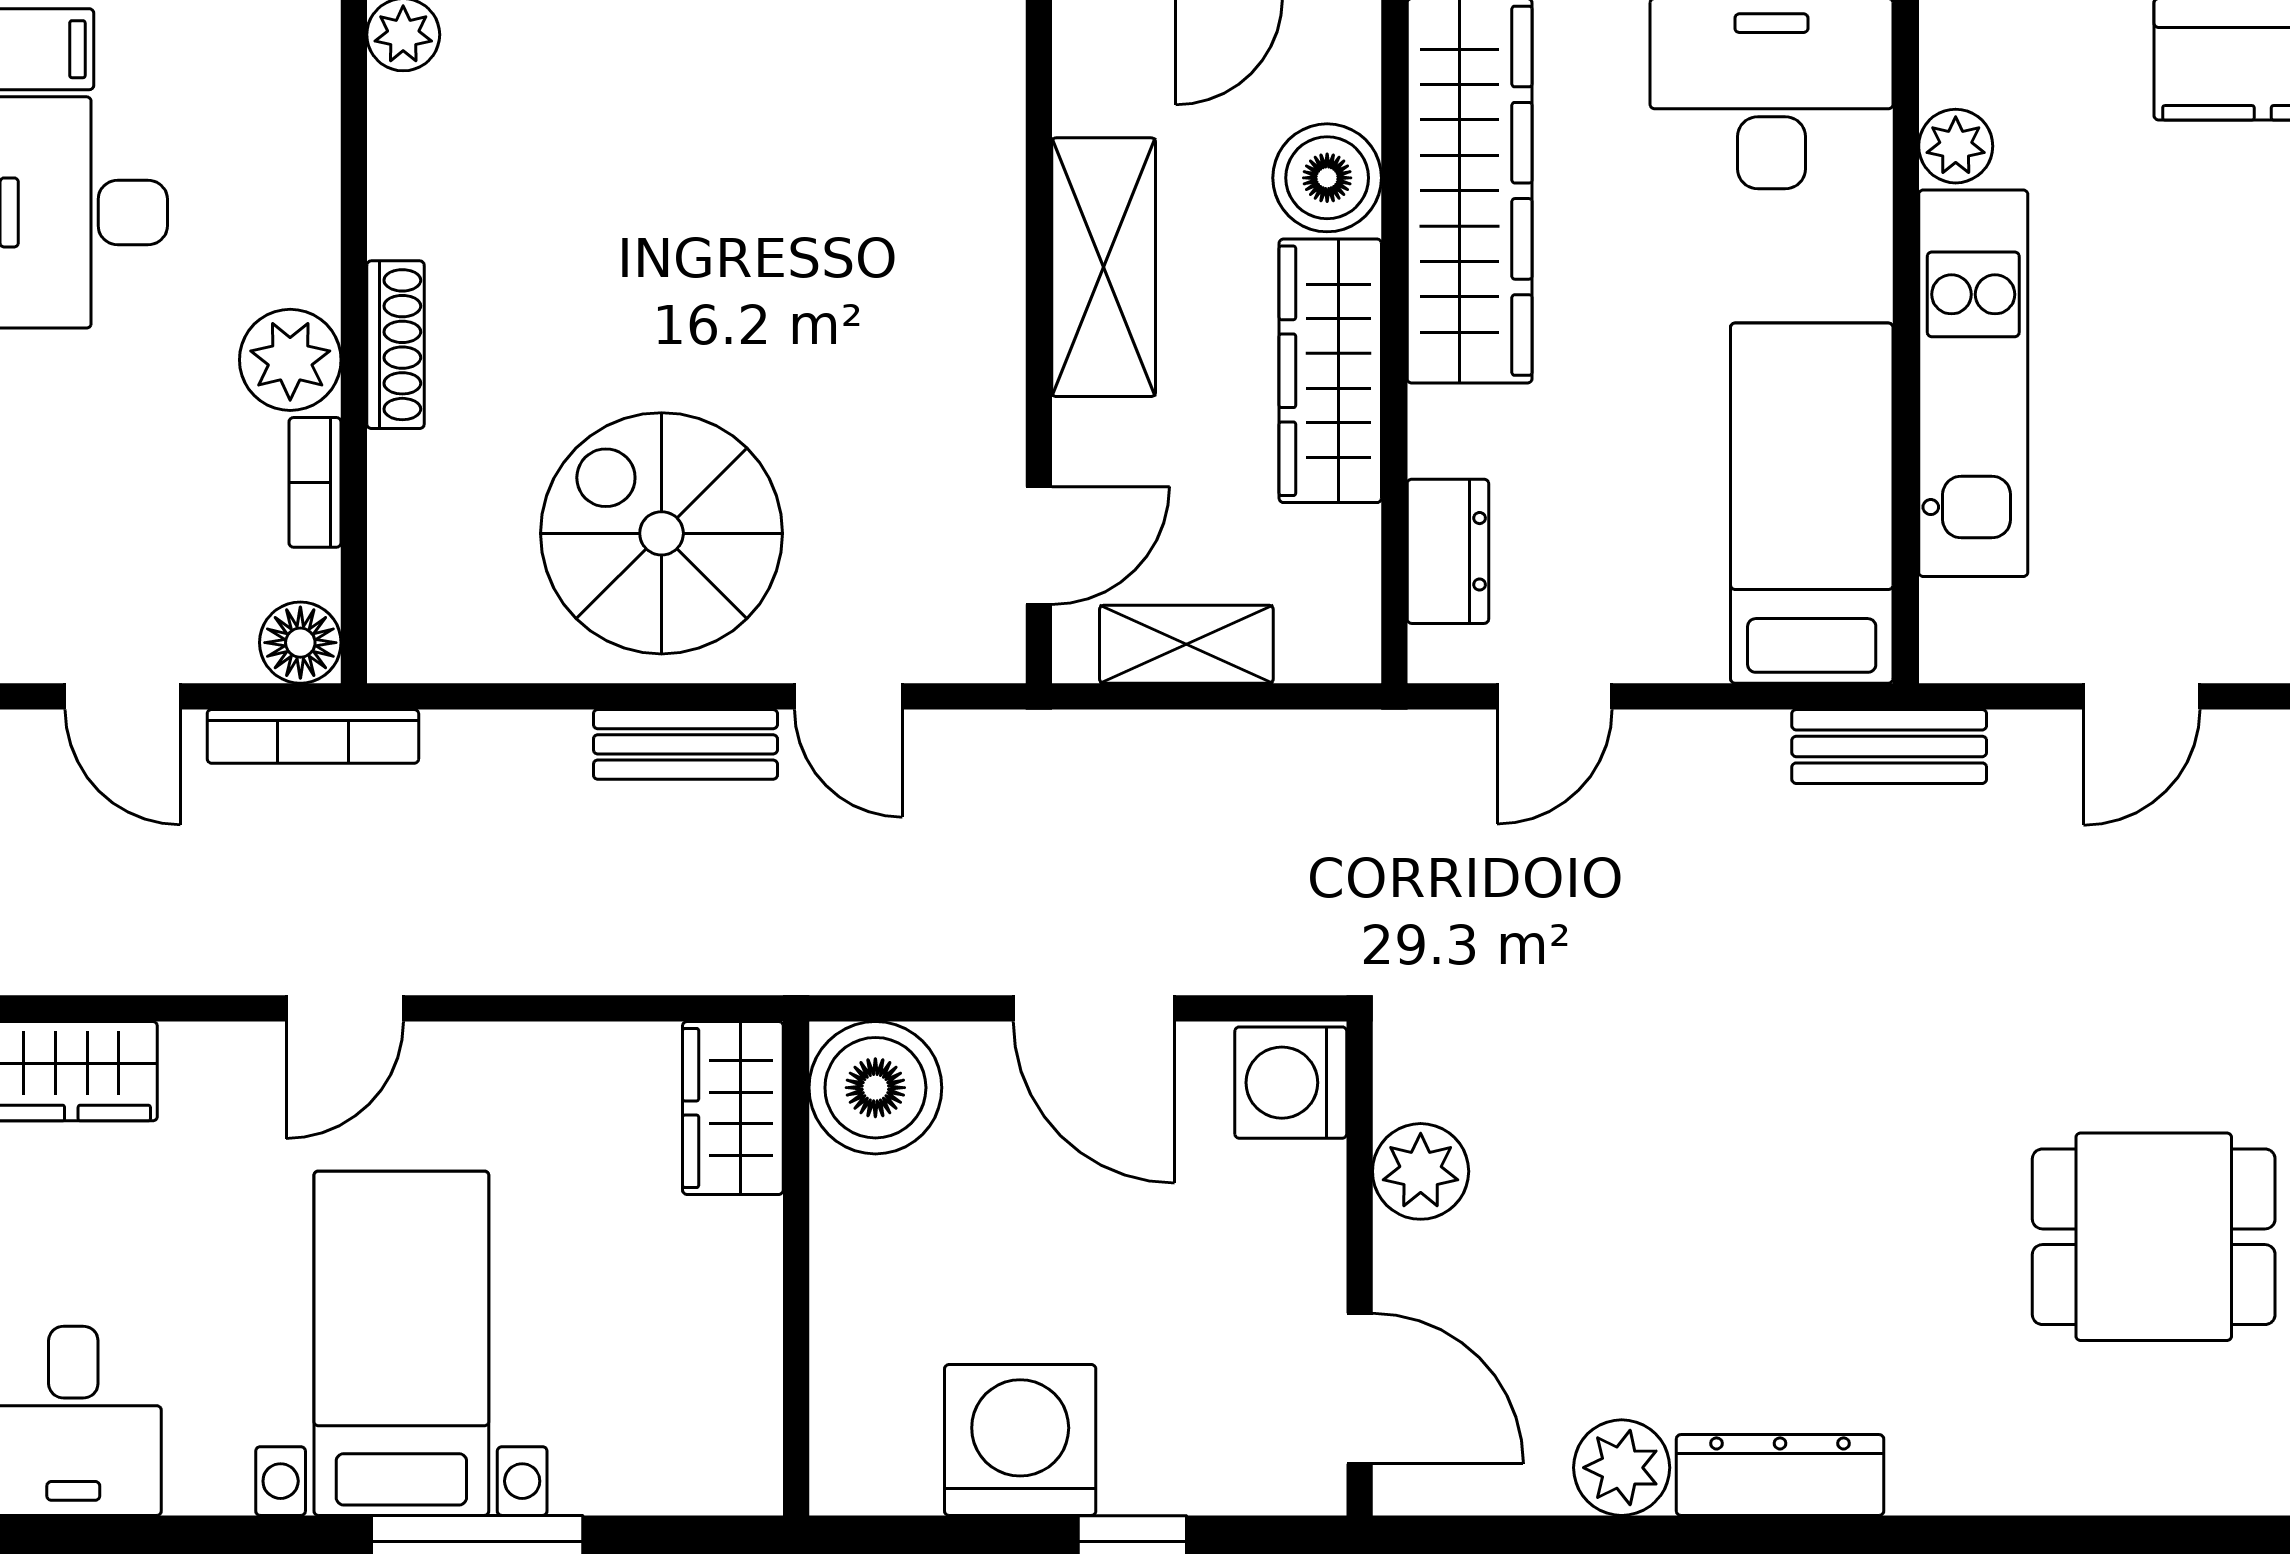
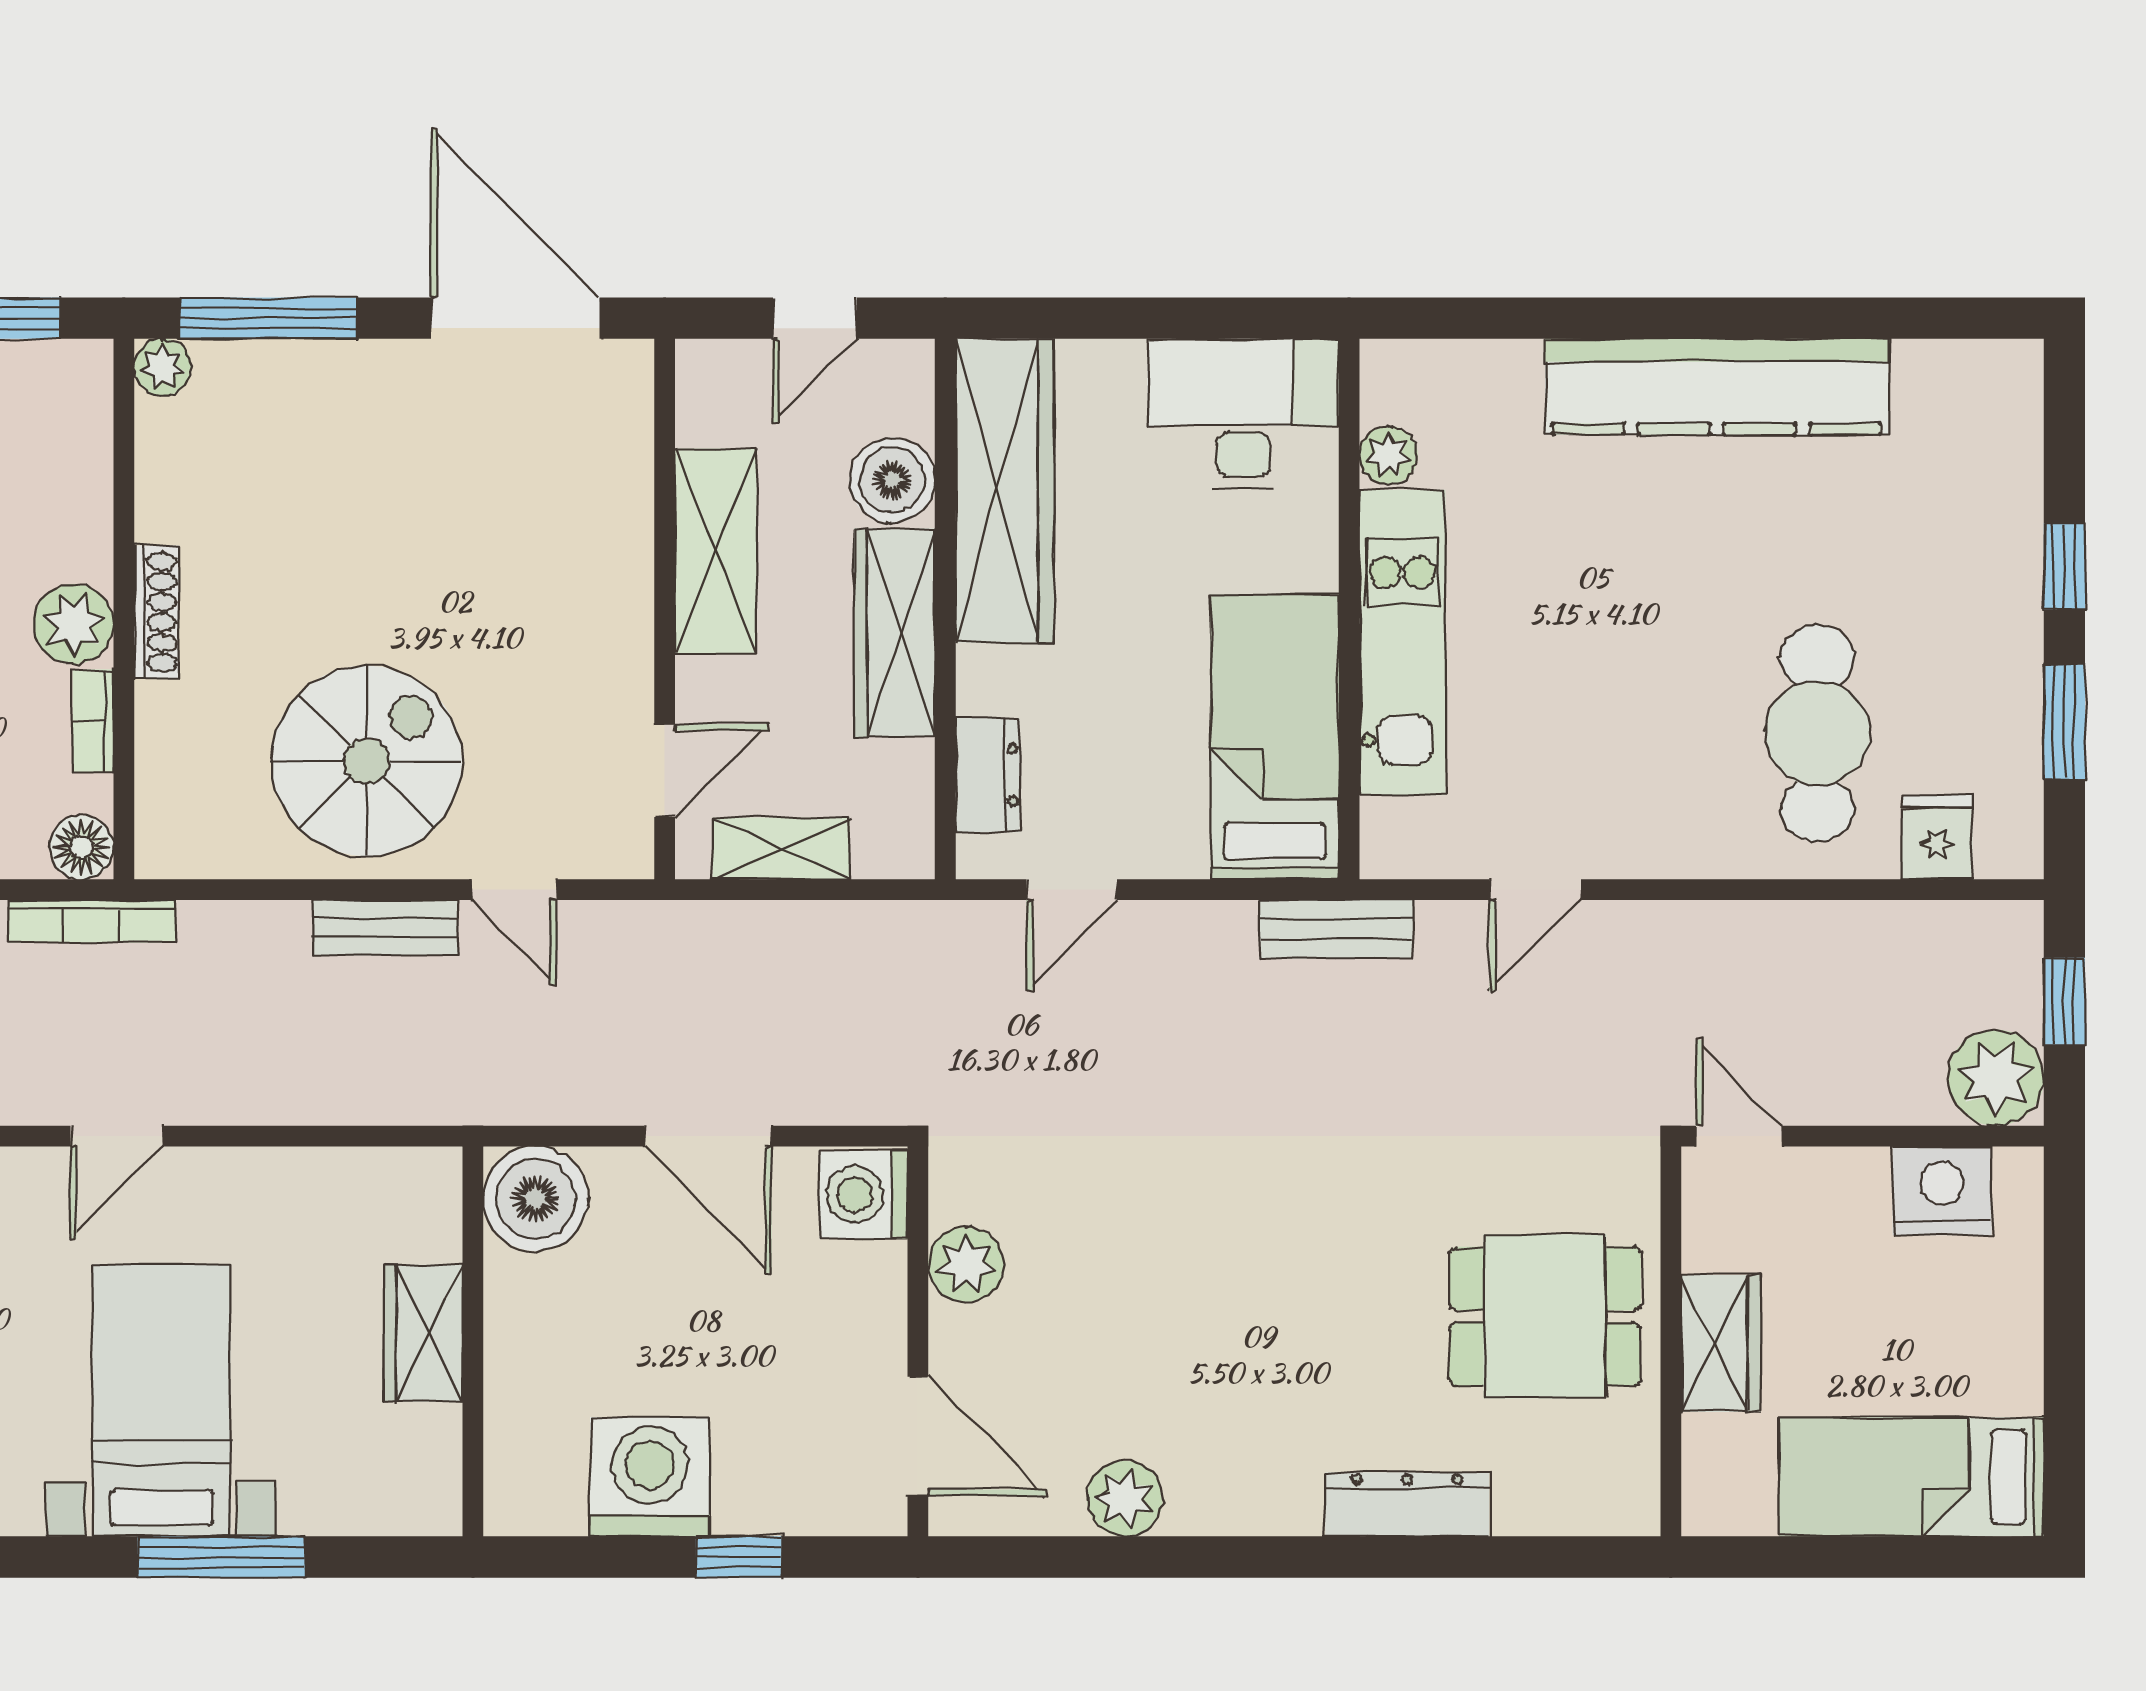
spiral stairs: (662, 533) -> (367, 761), turned 90
wardrobe: (733, 1108) -> (423, 1333), moved
dresser: (1780, 1475) -> (1407, 1504), moved

